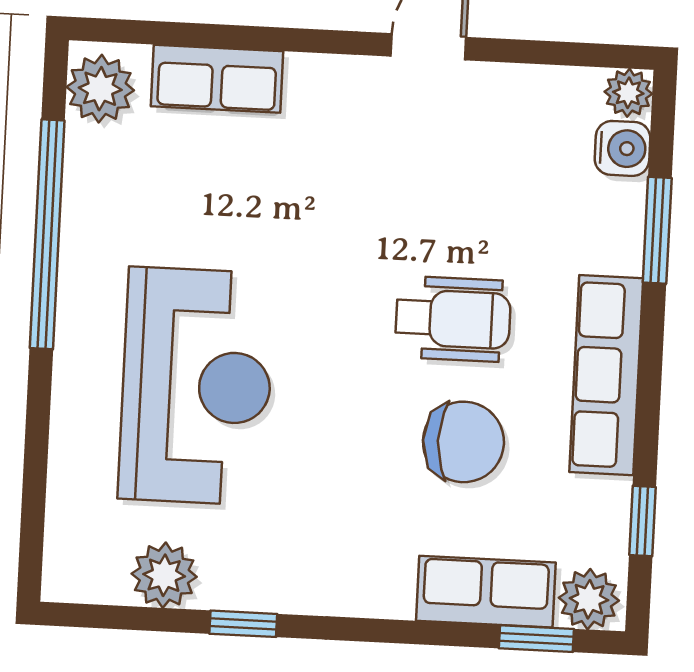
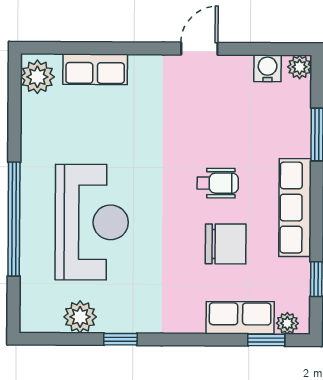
water cooler: (622, 148) -> (268, 68), moved, turned -90
window: (47, 234) -> (14, 219), moved
wheelchair: (453, 319) -> (218, 183), width x0.73, depth x0.73
plant: (589, 599) -> (287, 323), width x0.73, depth x0.73

